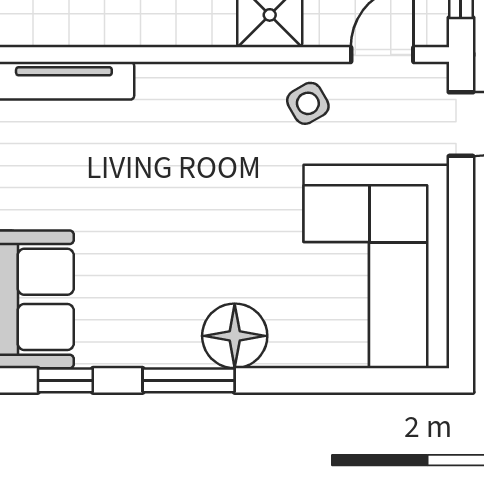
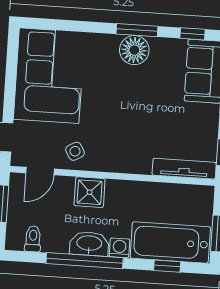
floor lamp: (235, 336) -> (134, 50), moved

